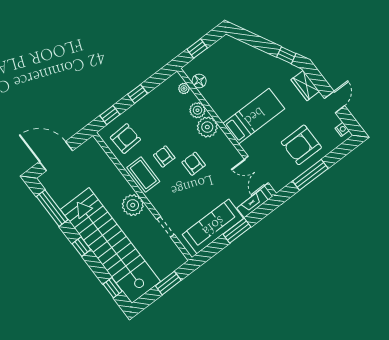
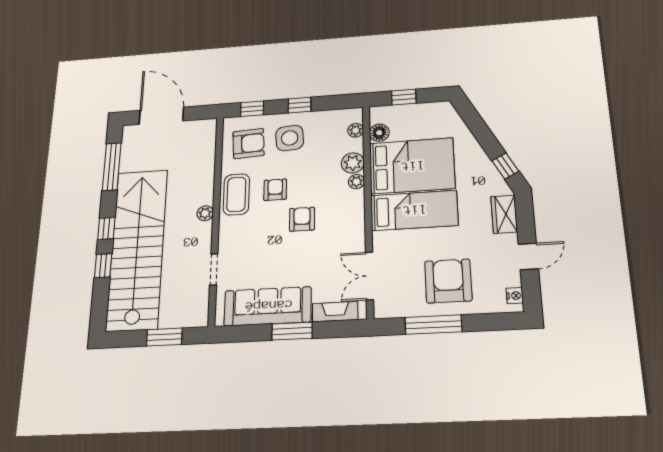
bed: (233, 90) -> (412, 166), added
side table: (148, 119) -> (290, 138), added
plant: (207, 127) -> (356, 182), width x0.53, depth x0.53
armchair: (301, 145) -> (448, 281), turned 90
plant: (133, 205) -> (205, 213), width x0.53, depth x0.53
window: (113, 288) -> (103, 266), moved

